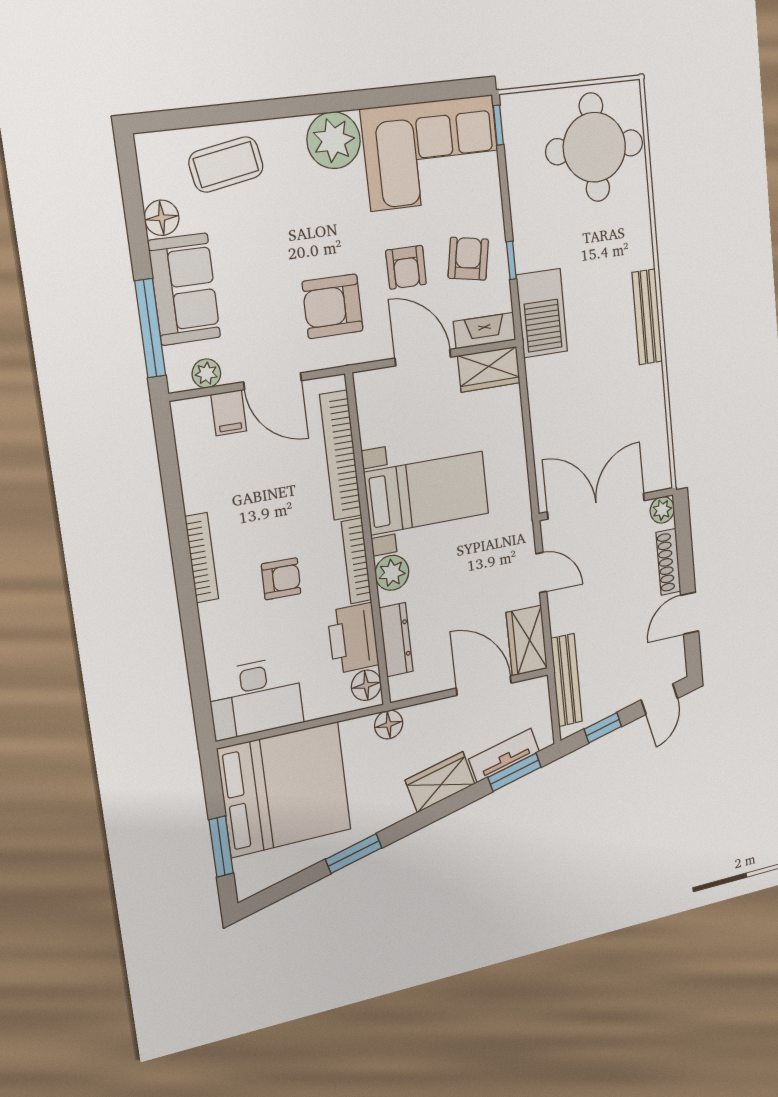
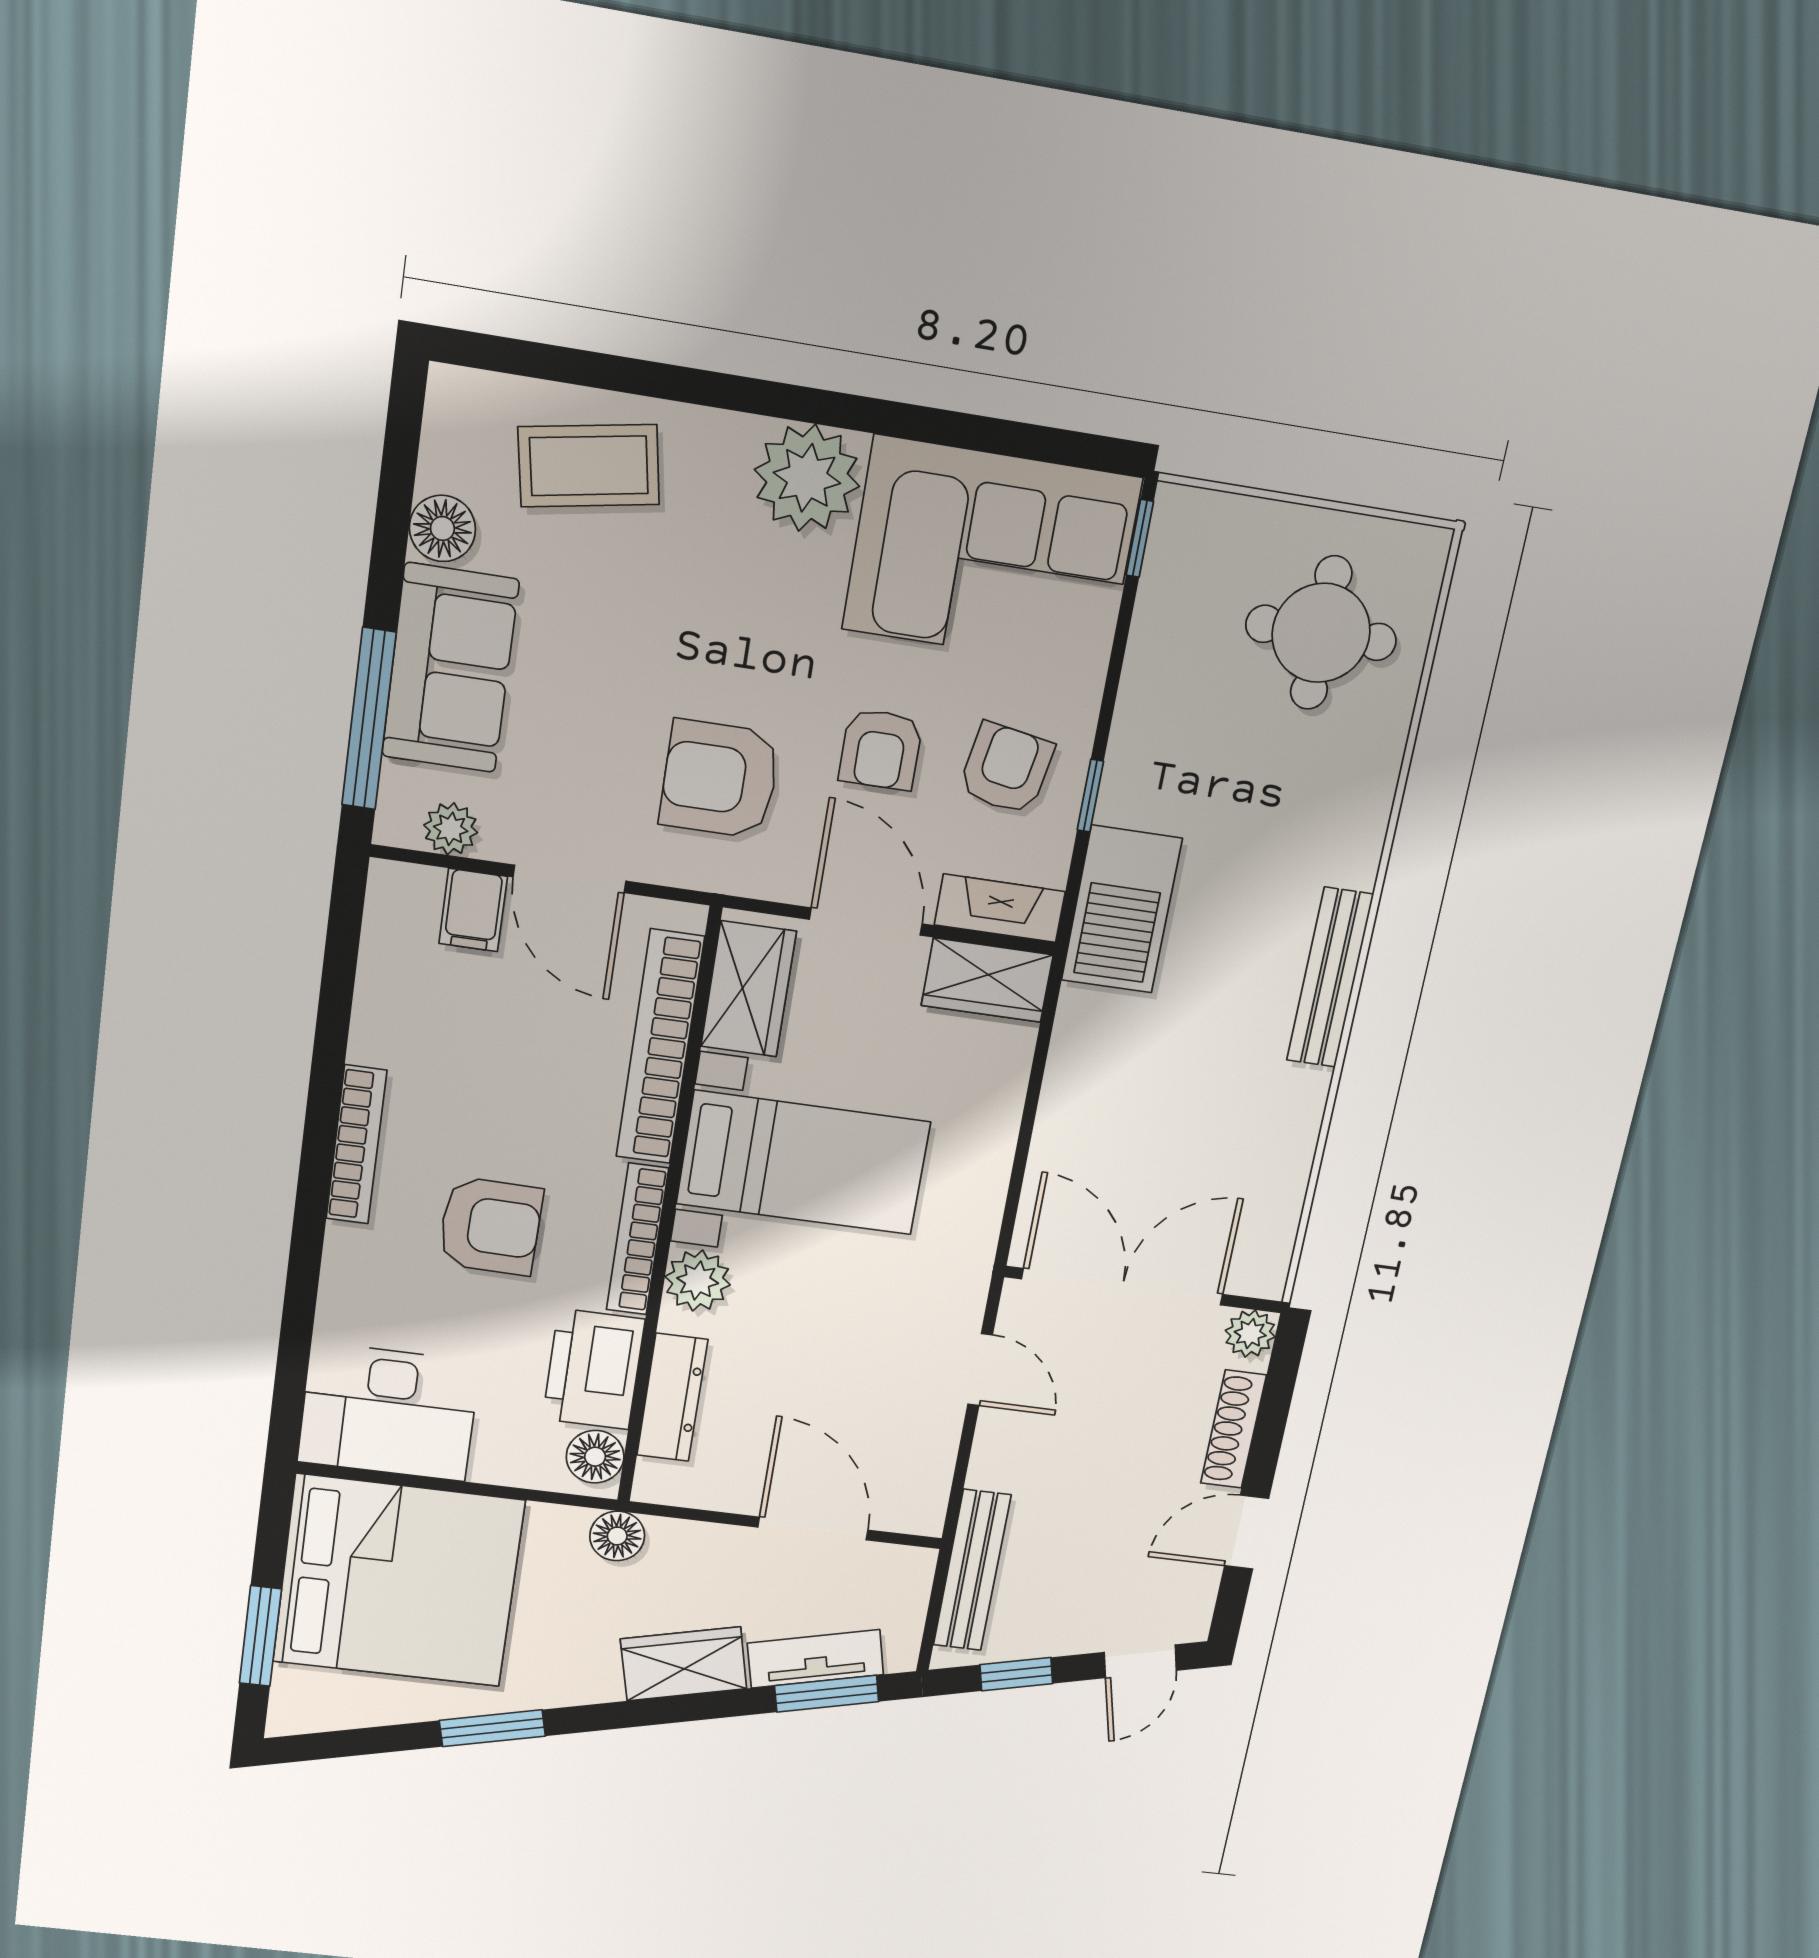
round table: (594, 147) -> (1321, 633), width x0.73, depth x0.73
armchair: (281, 579) -> (490, 1226), width x1.38, depth x1.38
wardrobe: (527, 641) -> (749, 989), moved, turned 180

